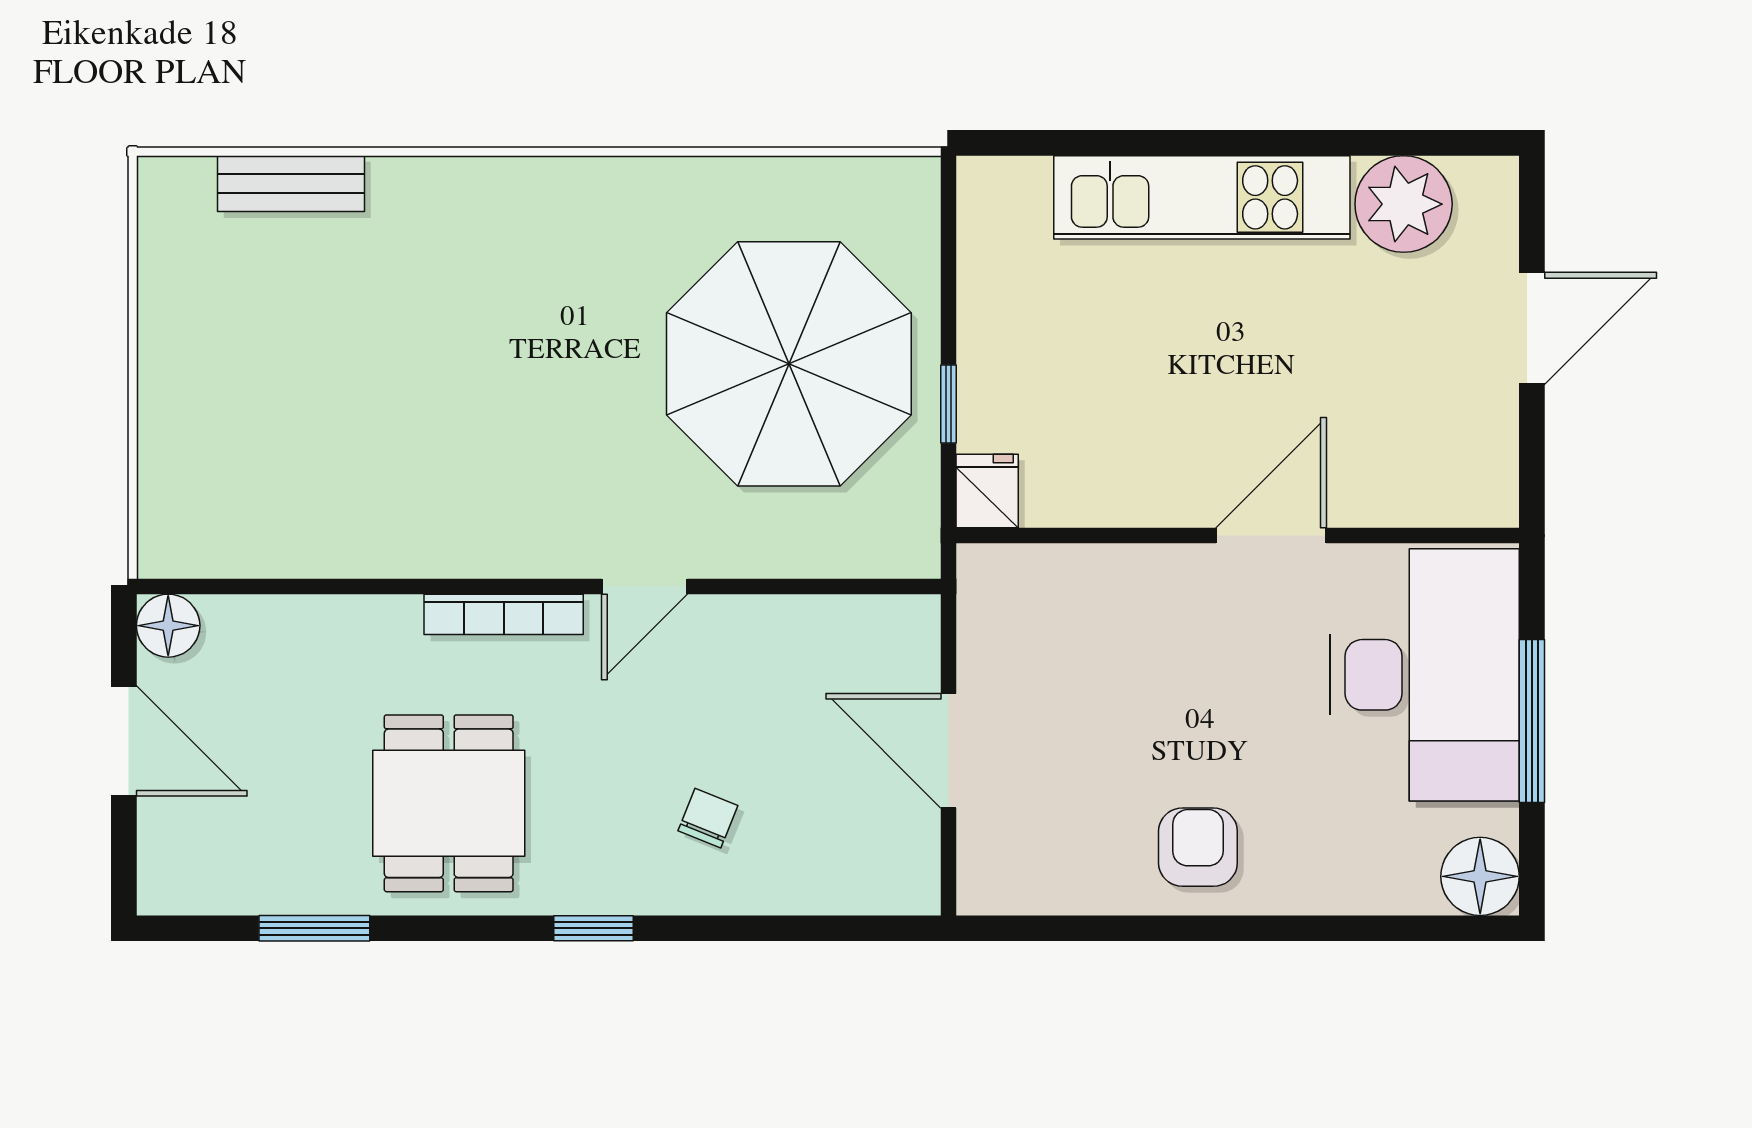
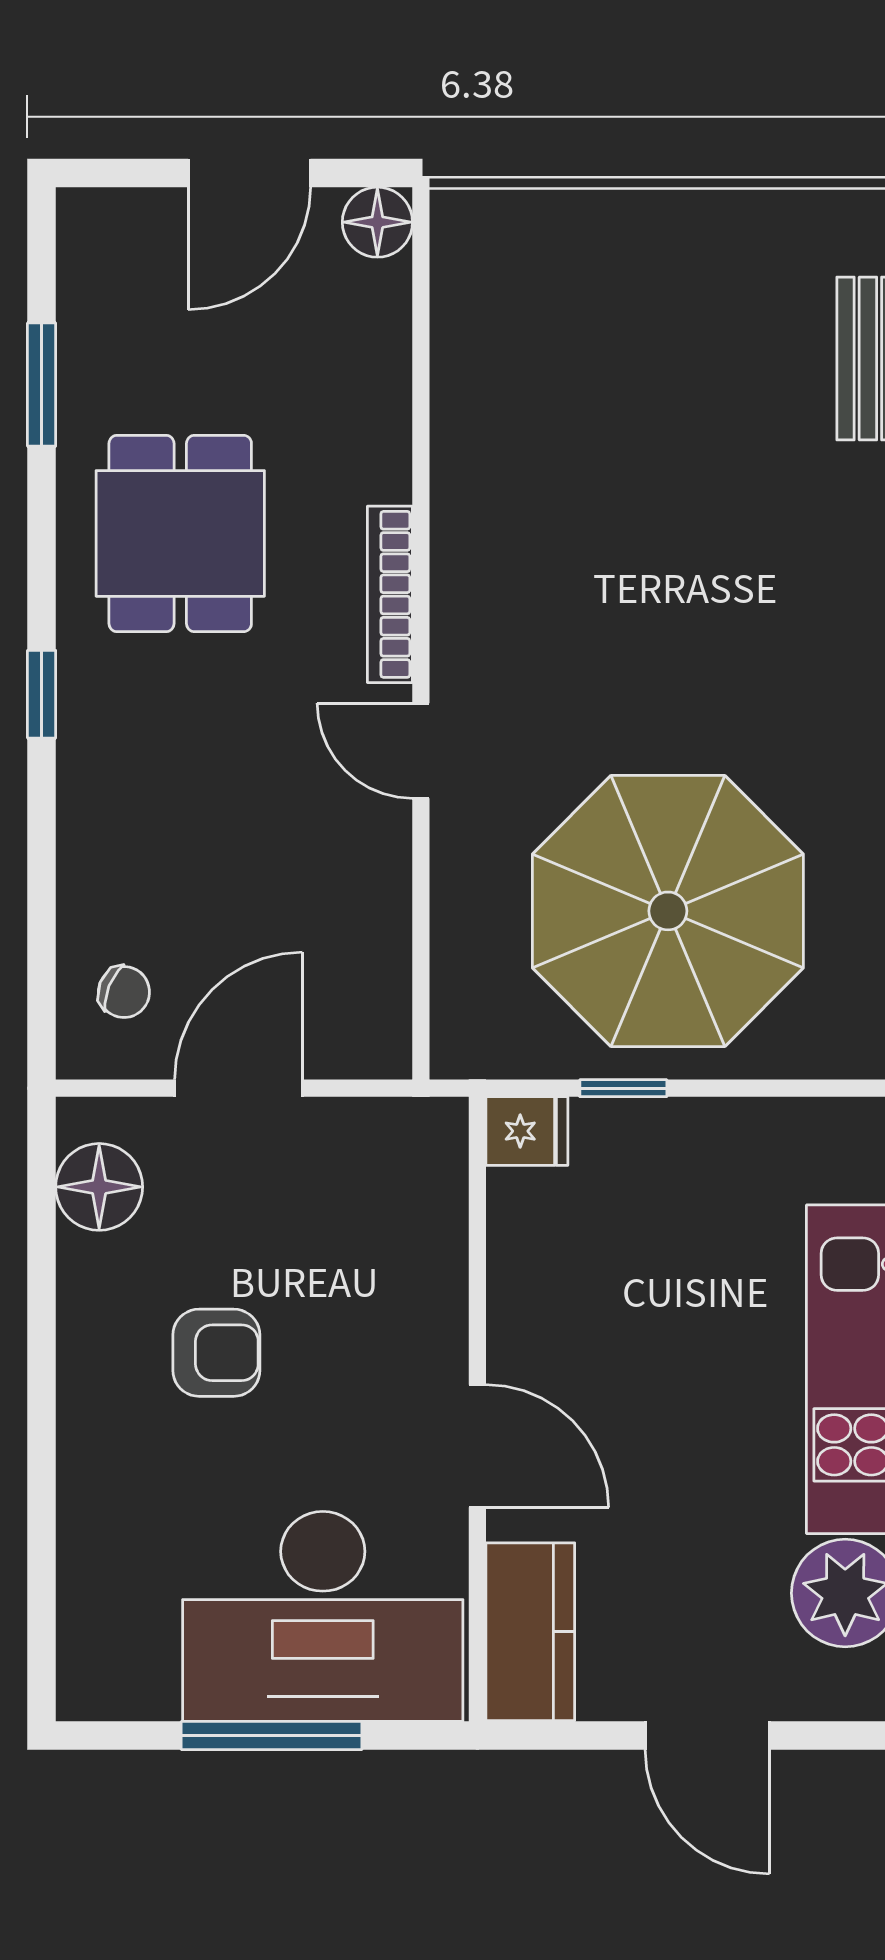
kitchen counter: (1438, 488) -> (530, 1632), added
dining table: (449, 803) -> (180, 533), turned 90
chair: (708, 818) -> (124, 992), moved
armchair: (1198, 847) -> (216, 1353), moved
floor lamp: (1480, 876) -> (99, 1187), moved

